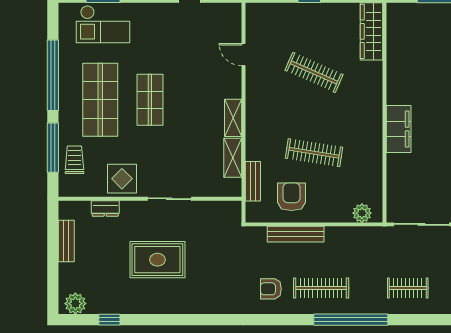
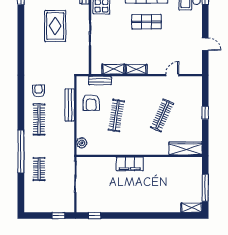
armchair: (291, 197) -> (91, 103), turned 90
window: (351, 320) -> (21, 151), moved

